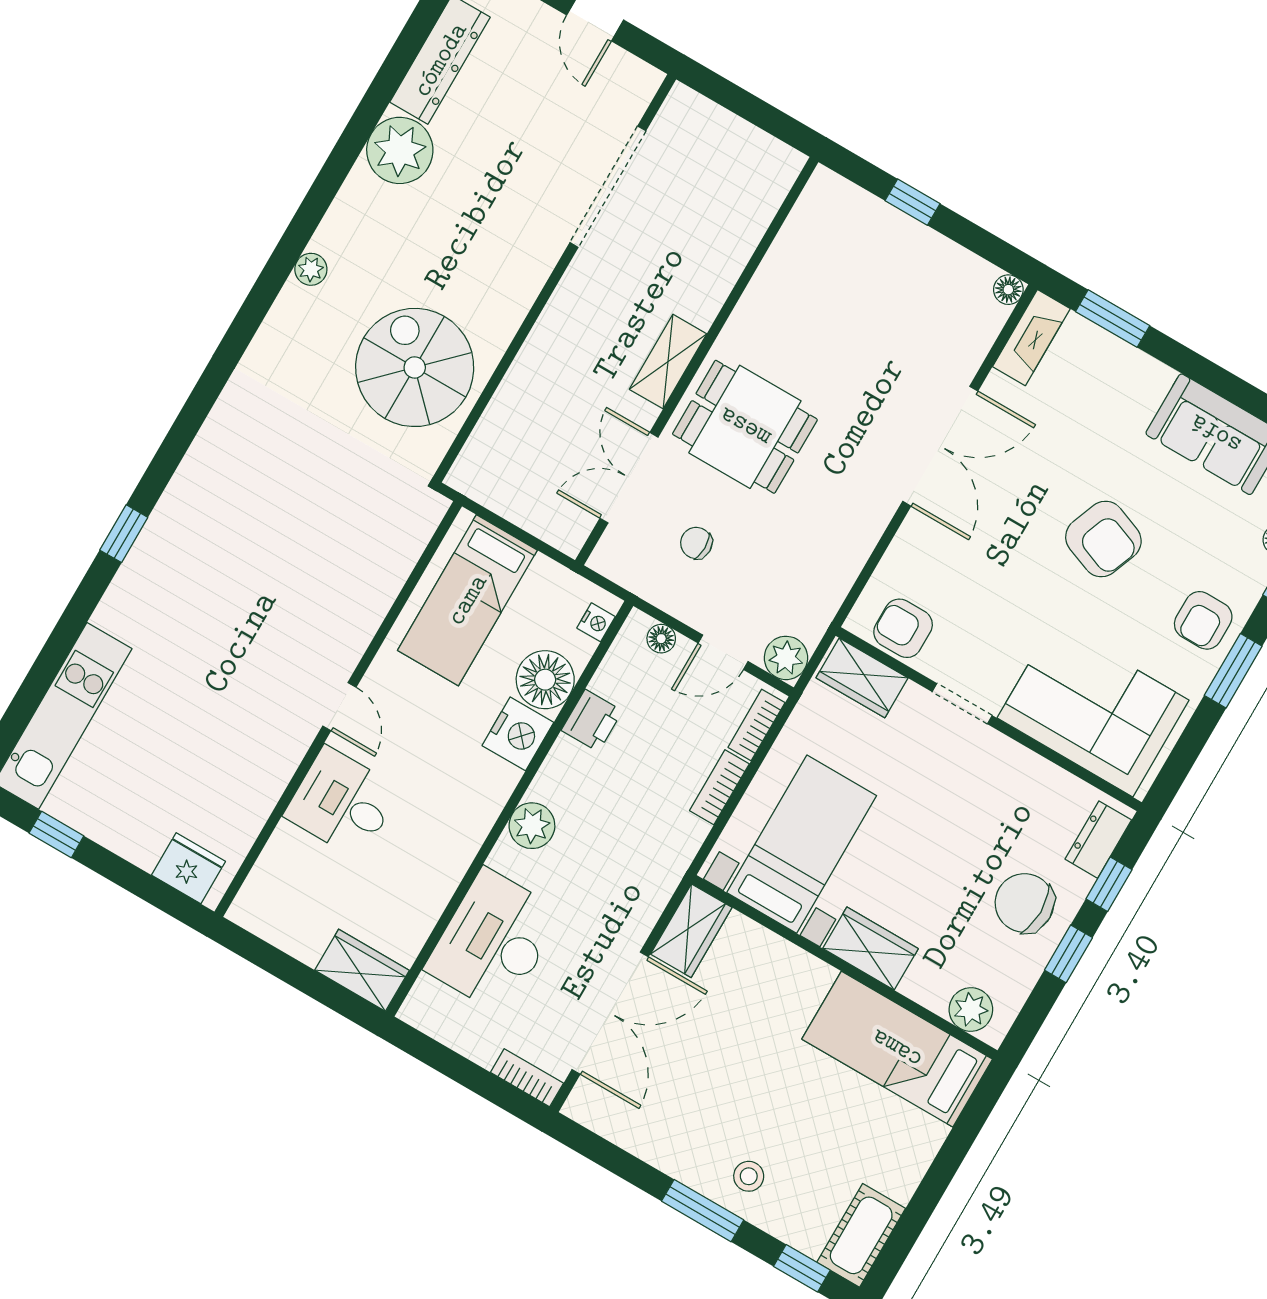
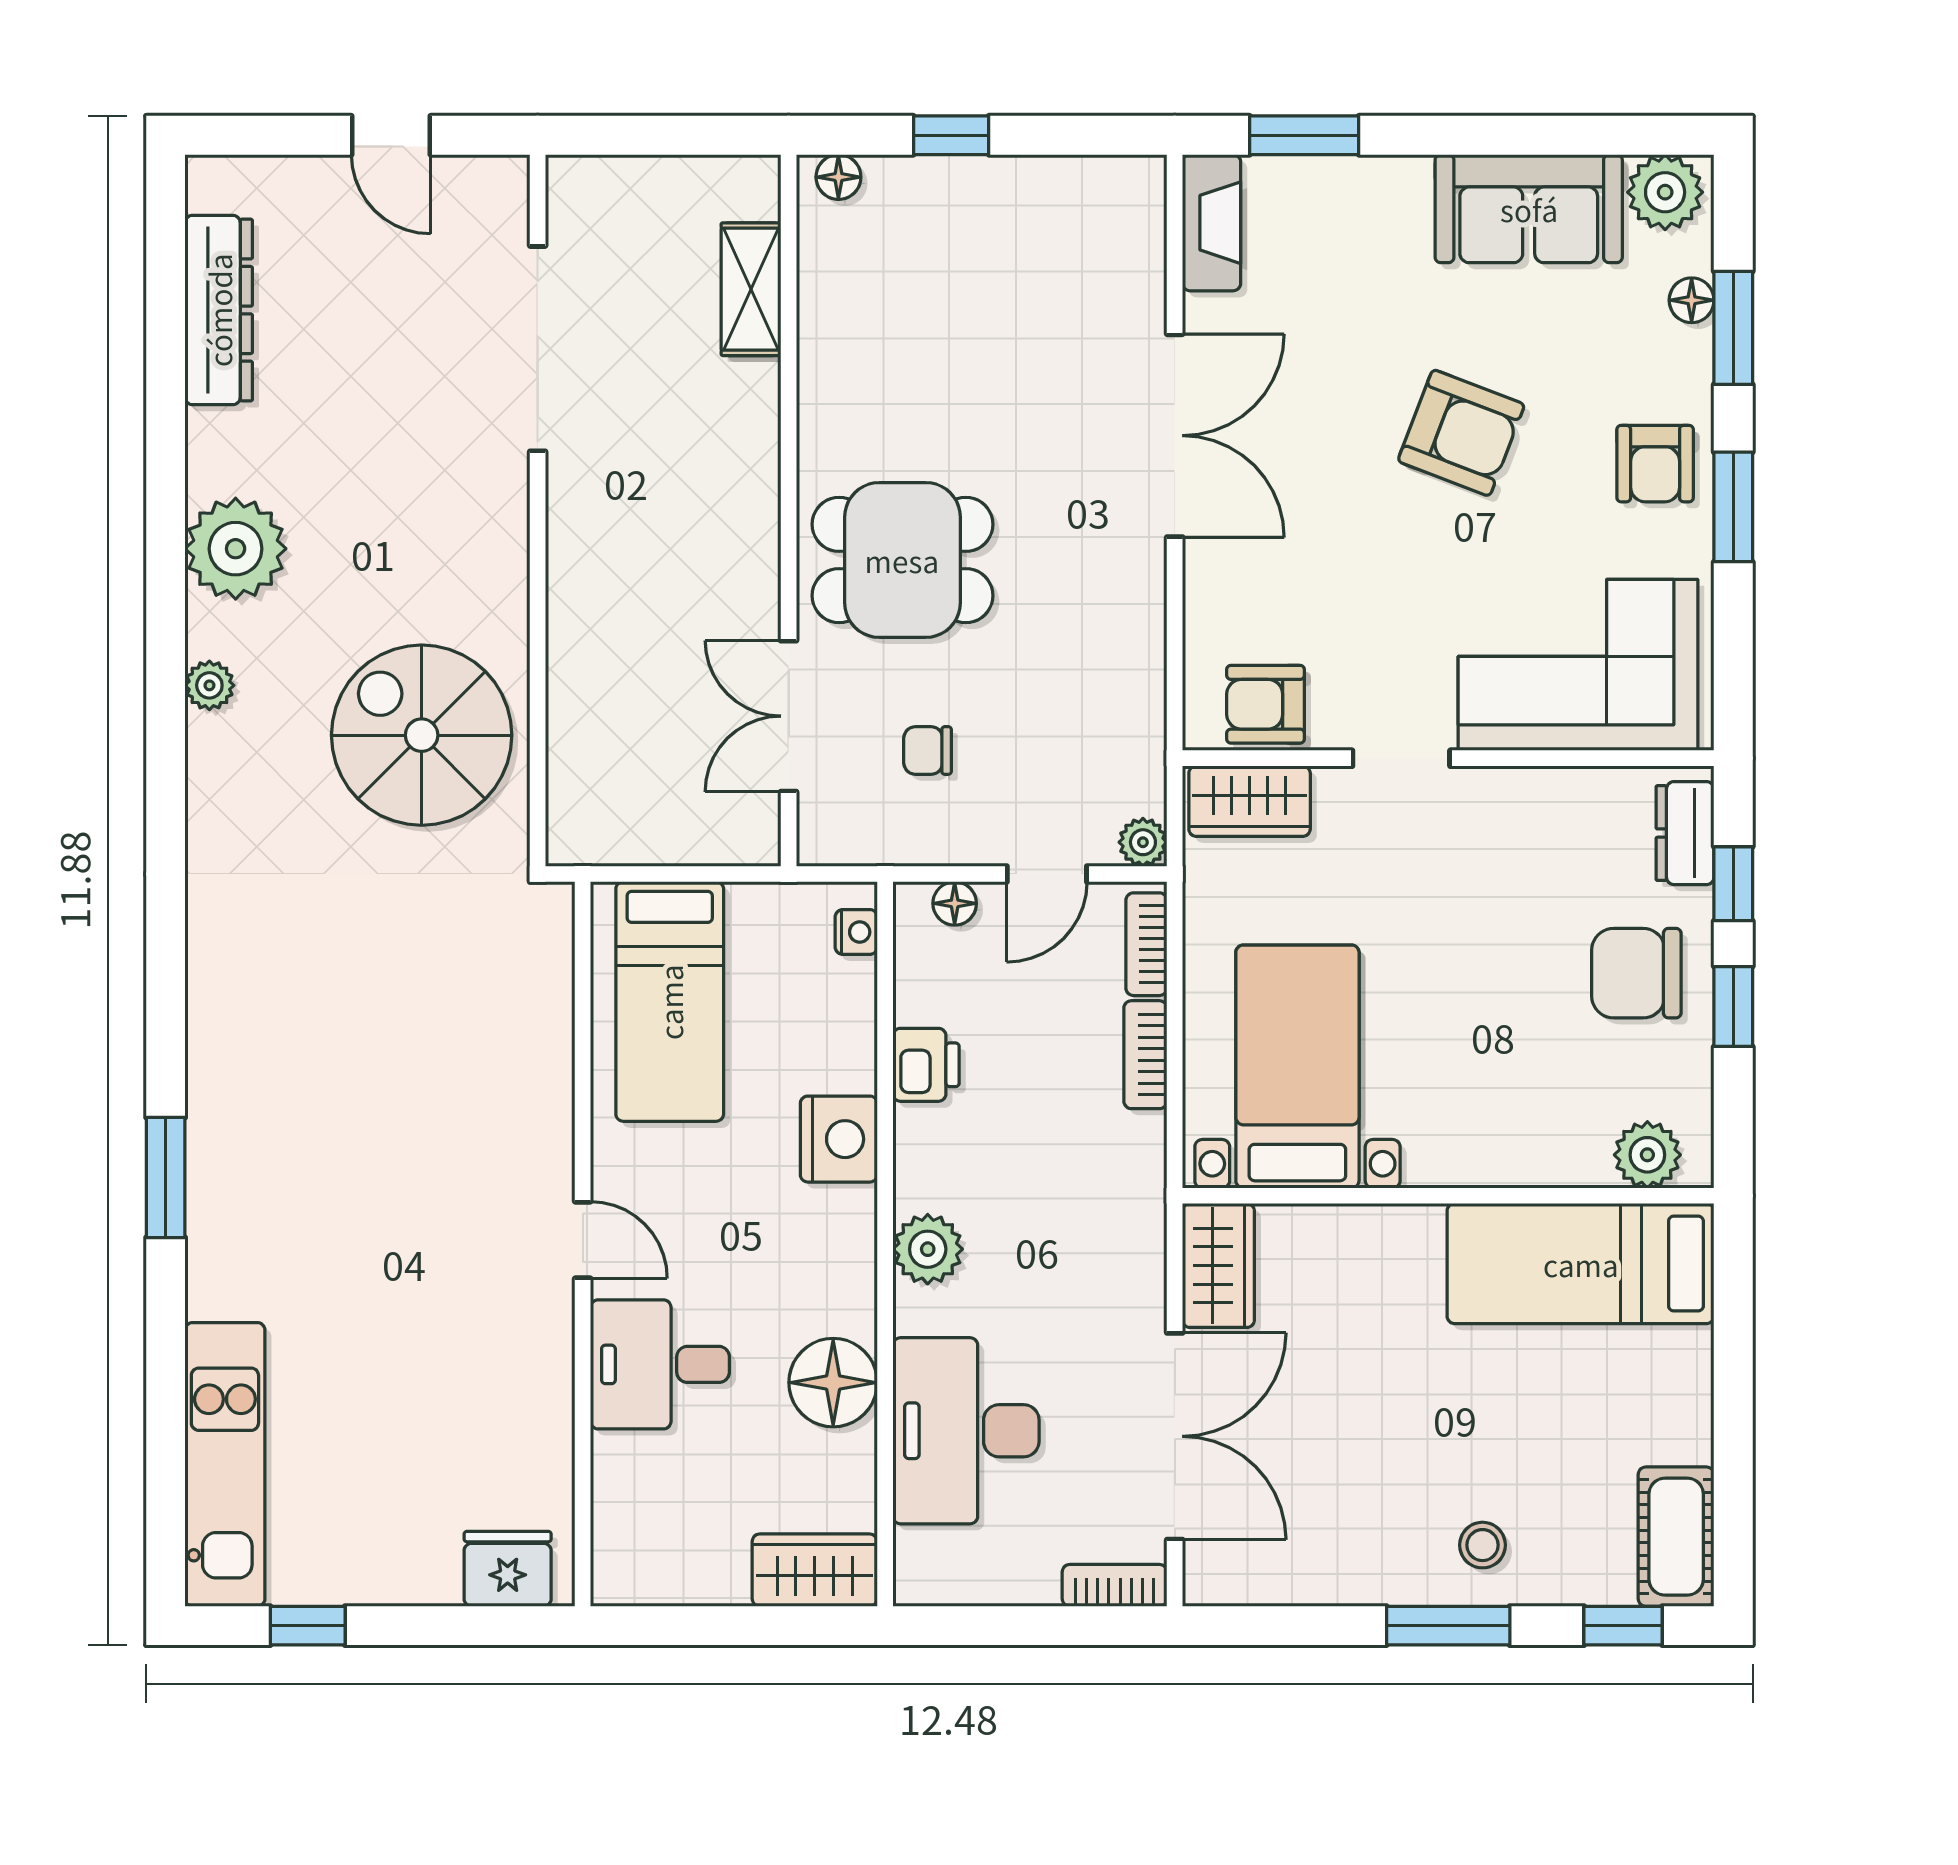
plant: (400, 150) -> (236, 549), moved
floor lamp: (1008, 290) -> (838, 177), moved
shelving: (668, 362) -> (751, 289), moved
window: (124, 534) -> (166, 1177), width x1.50
plant: (786, 658) -> (1143, 842), width x0.73, depth x0.73
floor lamp: (545, 680) -> (833, 1383), moved
wardrobe: (871, 949) -> (1468, 1151), removed

